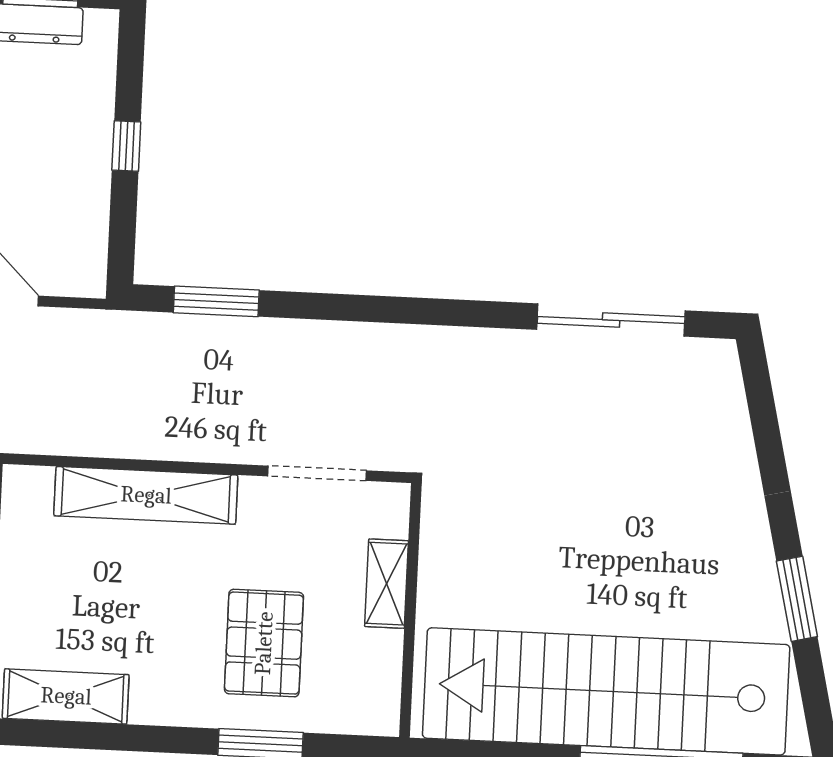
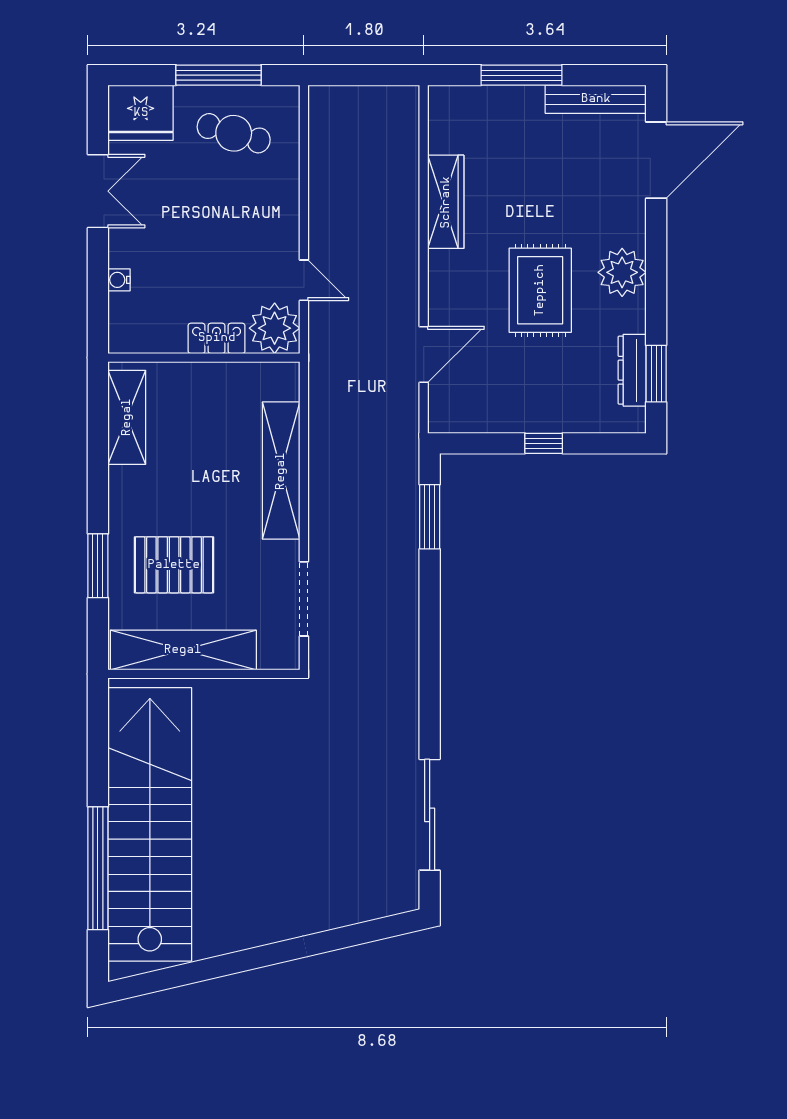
shelving: (387, 584) -> (183, 650), width x2.20, depth x1.33
window: (797, 599) -> (226, 965), removed

